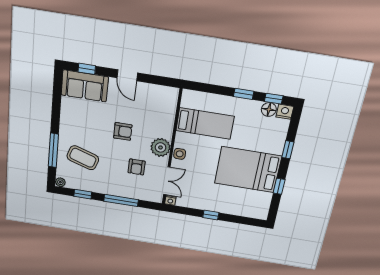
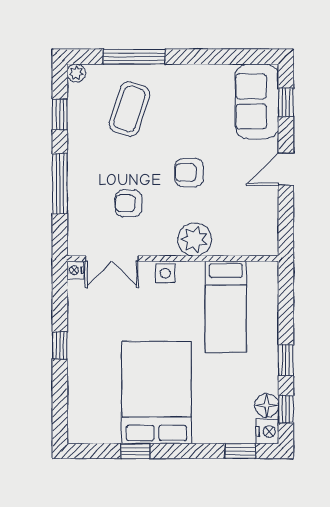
armchair: (123, 131) -> (189, 173), turned 90
plant: (161, 147) -> (195, 239), moved
window: (288, 150) -> (240, 451), moved

